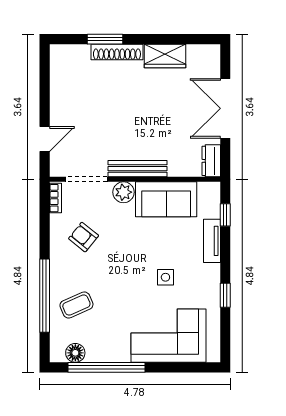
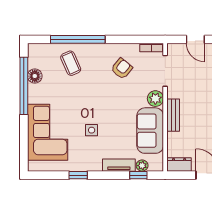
bench: (138, 169) -> (173, 115), width x0.73
plant: (213, 210) -> (142, 166), added
floor lamp: (75, 353) -> (35, 76), moved

